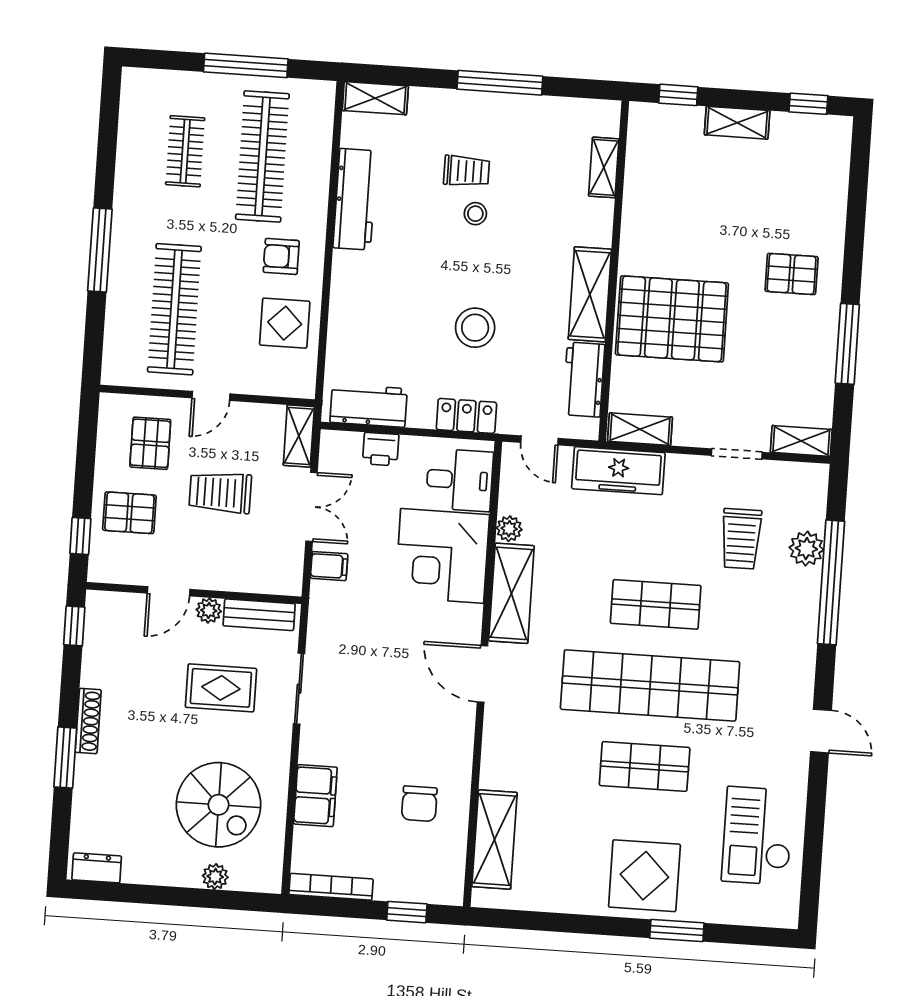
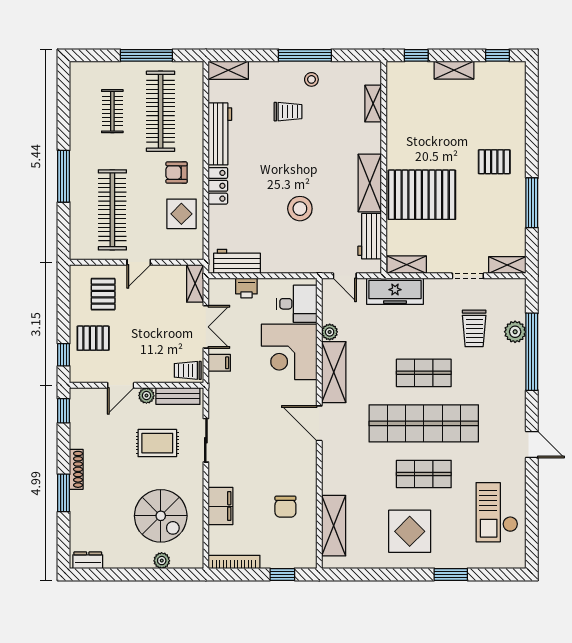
stool: (475, 214) -> (311, 79), moved
locker: (466, 416) -> (218, 186), moved, turned 90
trolley: (220, 492) -> (188, 370), moved, width x0.73, depth x0.72
display table: (644, 876) -> (410, 531), moved

